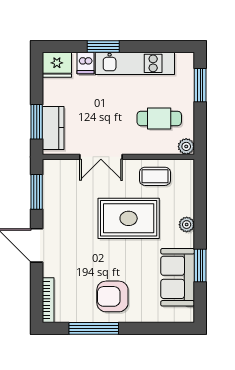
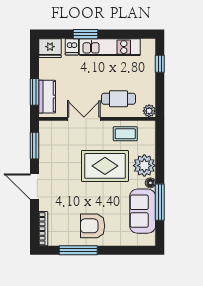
window: (200, 85) -> (160, 64), width x0.67
cafe table: (159, 118) -> (119, 99), moved
double door: (101, 157) -> (84, 119), swing flipped
plant: (187, 225) -> (144, 166), width x1.88, depth x1.88
floor lamp: (188, 240) -> (150, 183), added
window: (200, 265) -> (160, 202), width x1.44

